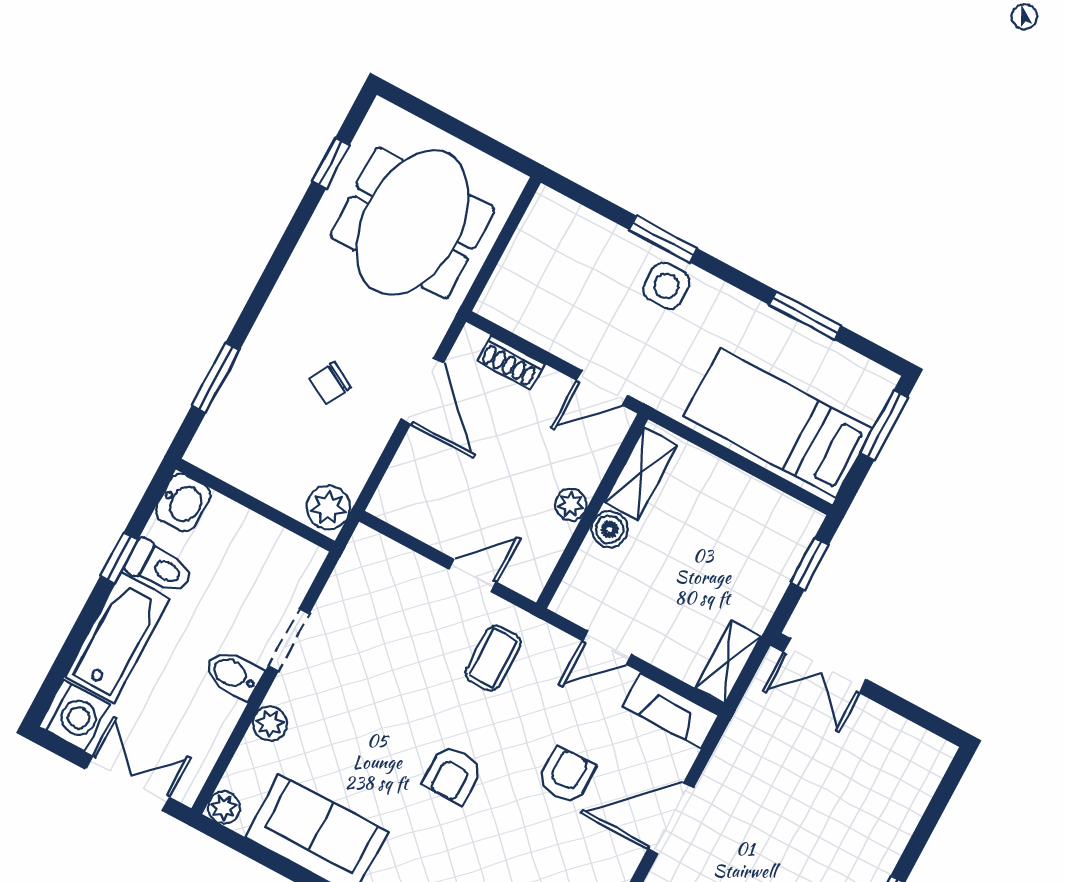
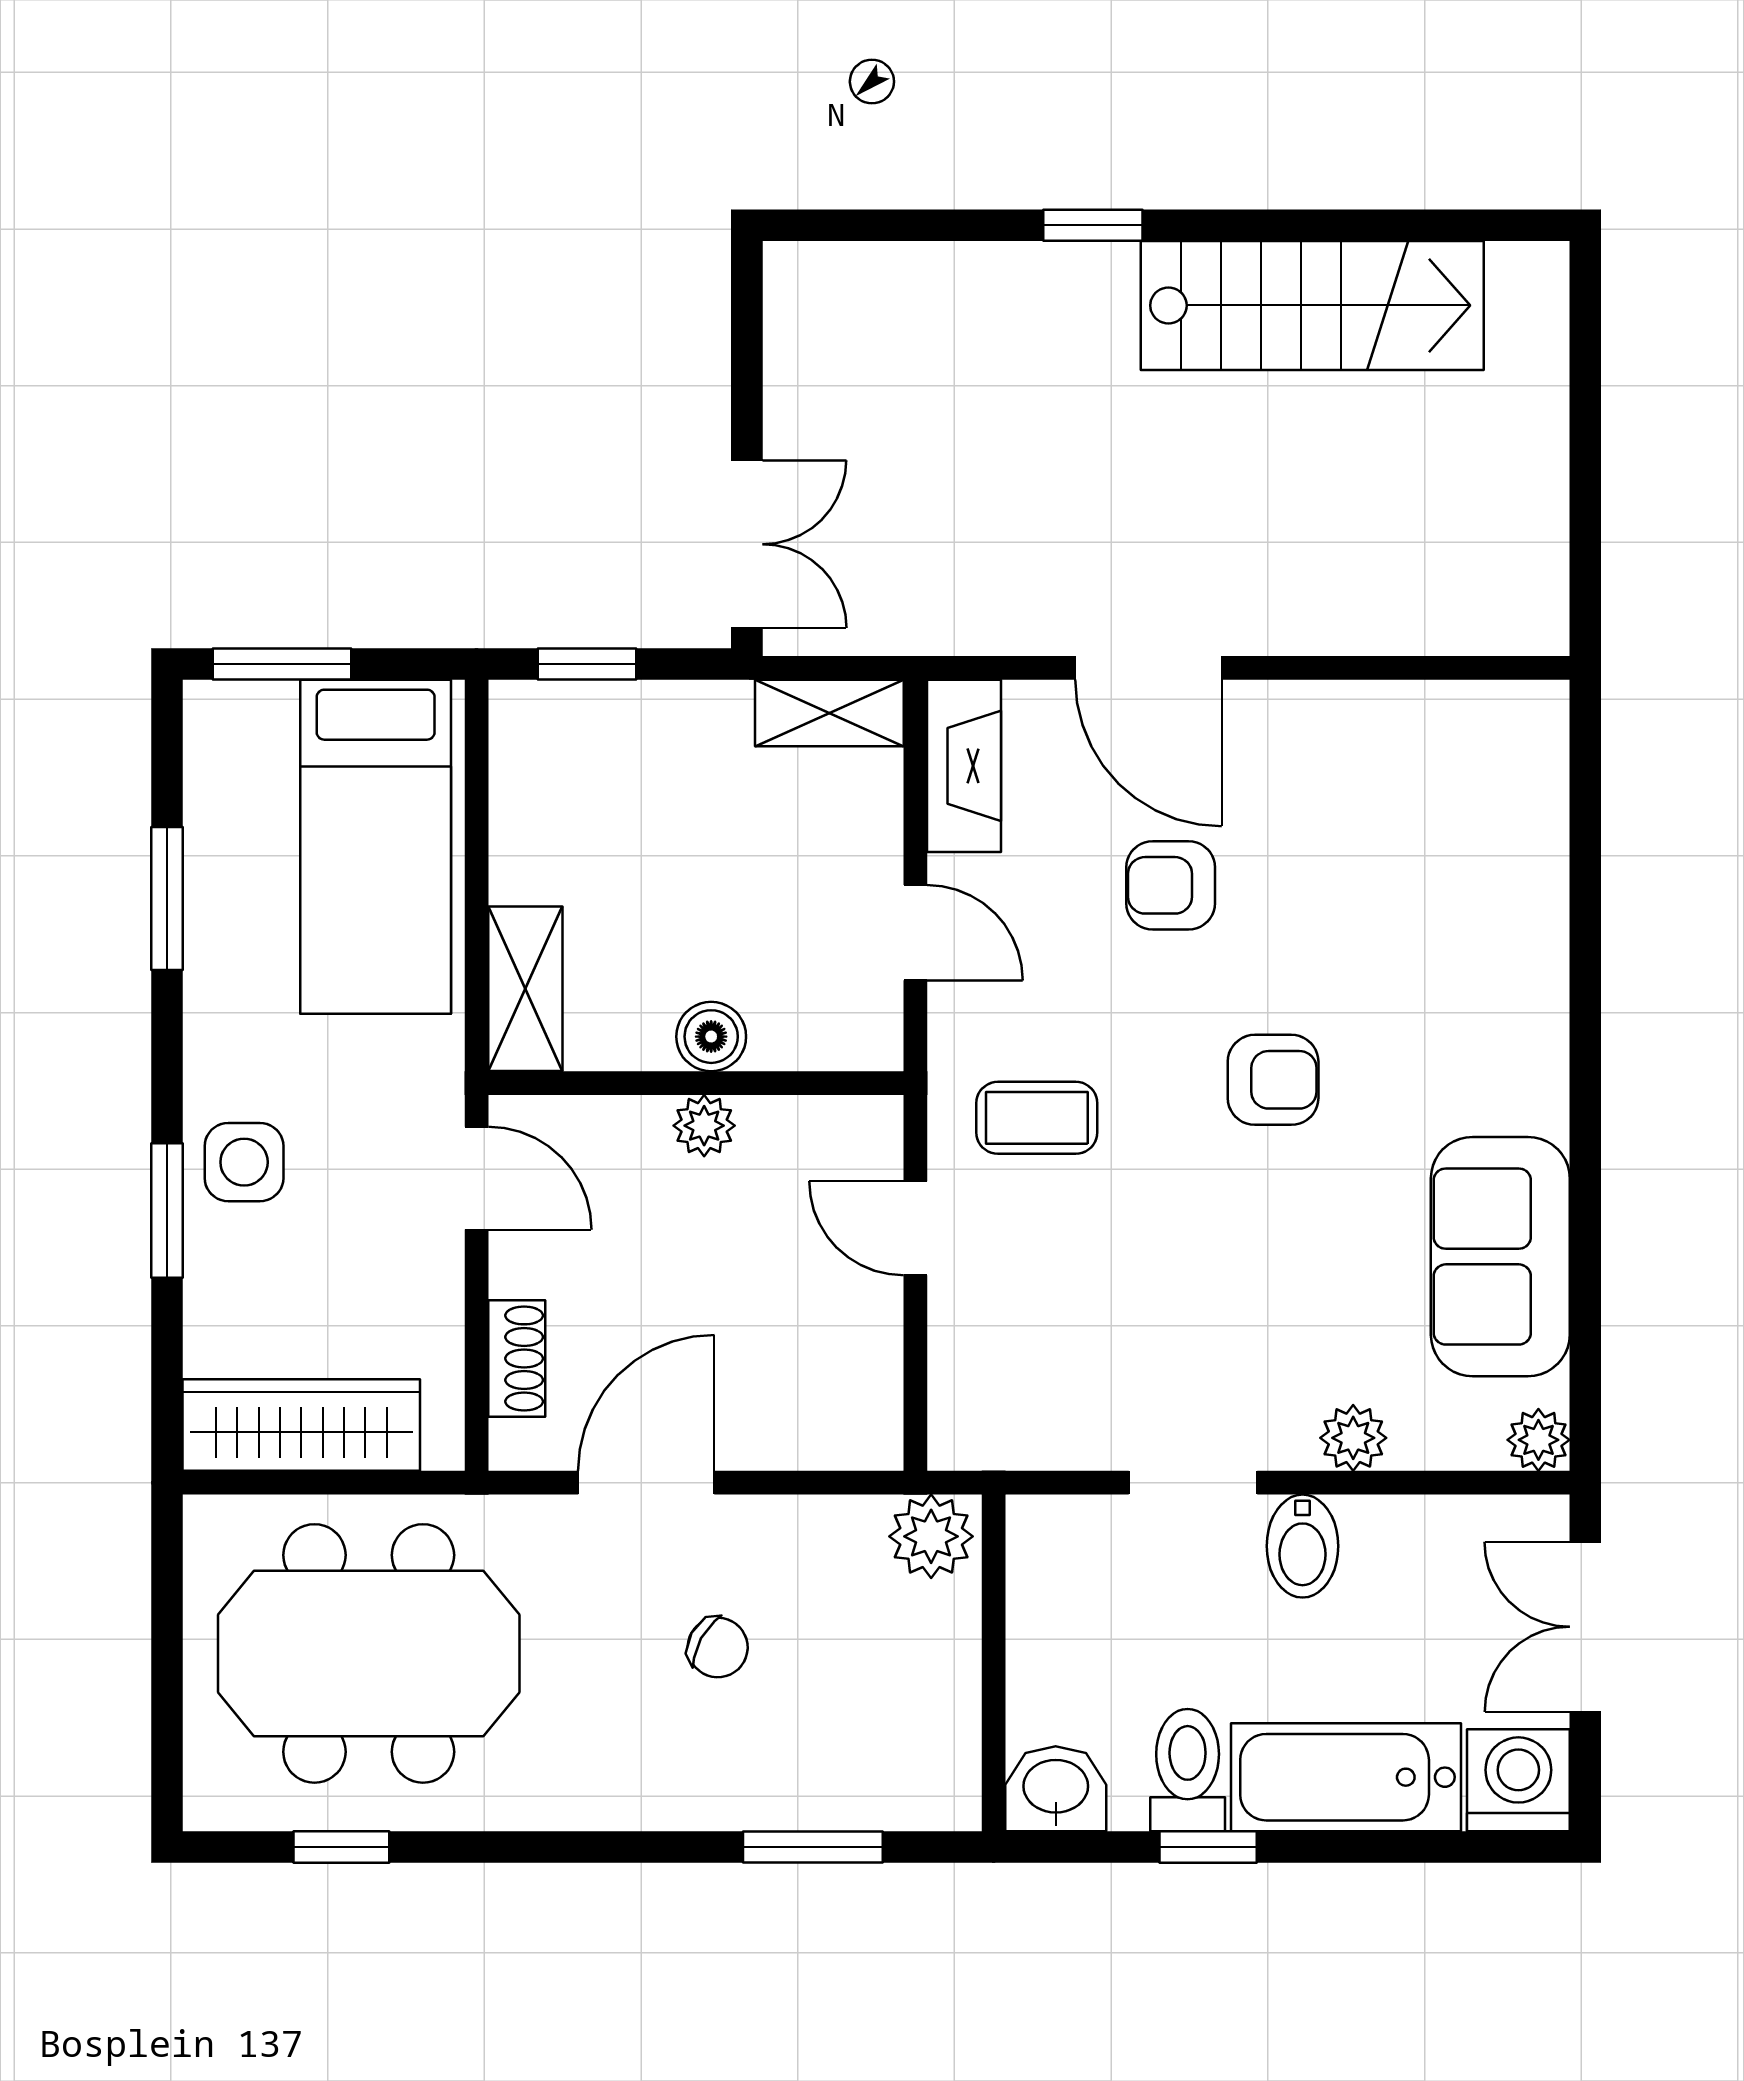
wardrobe: (533, 248) -> (301, 1425), added
shelving: (641, 474) -> (525, 989), moved, turned 90

